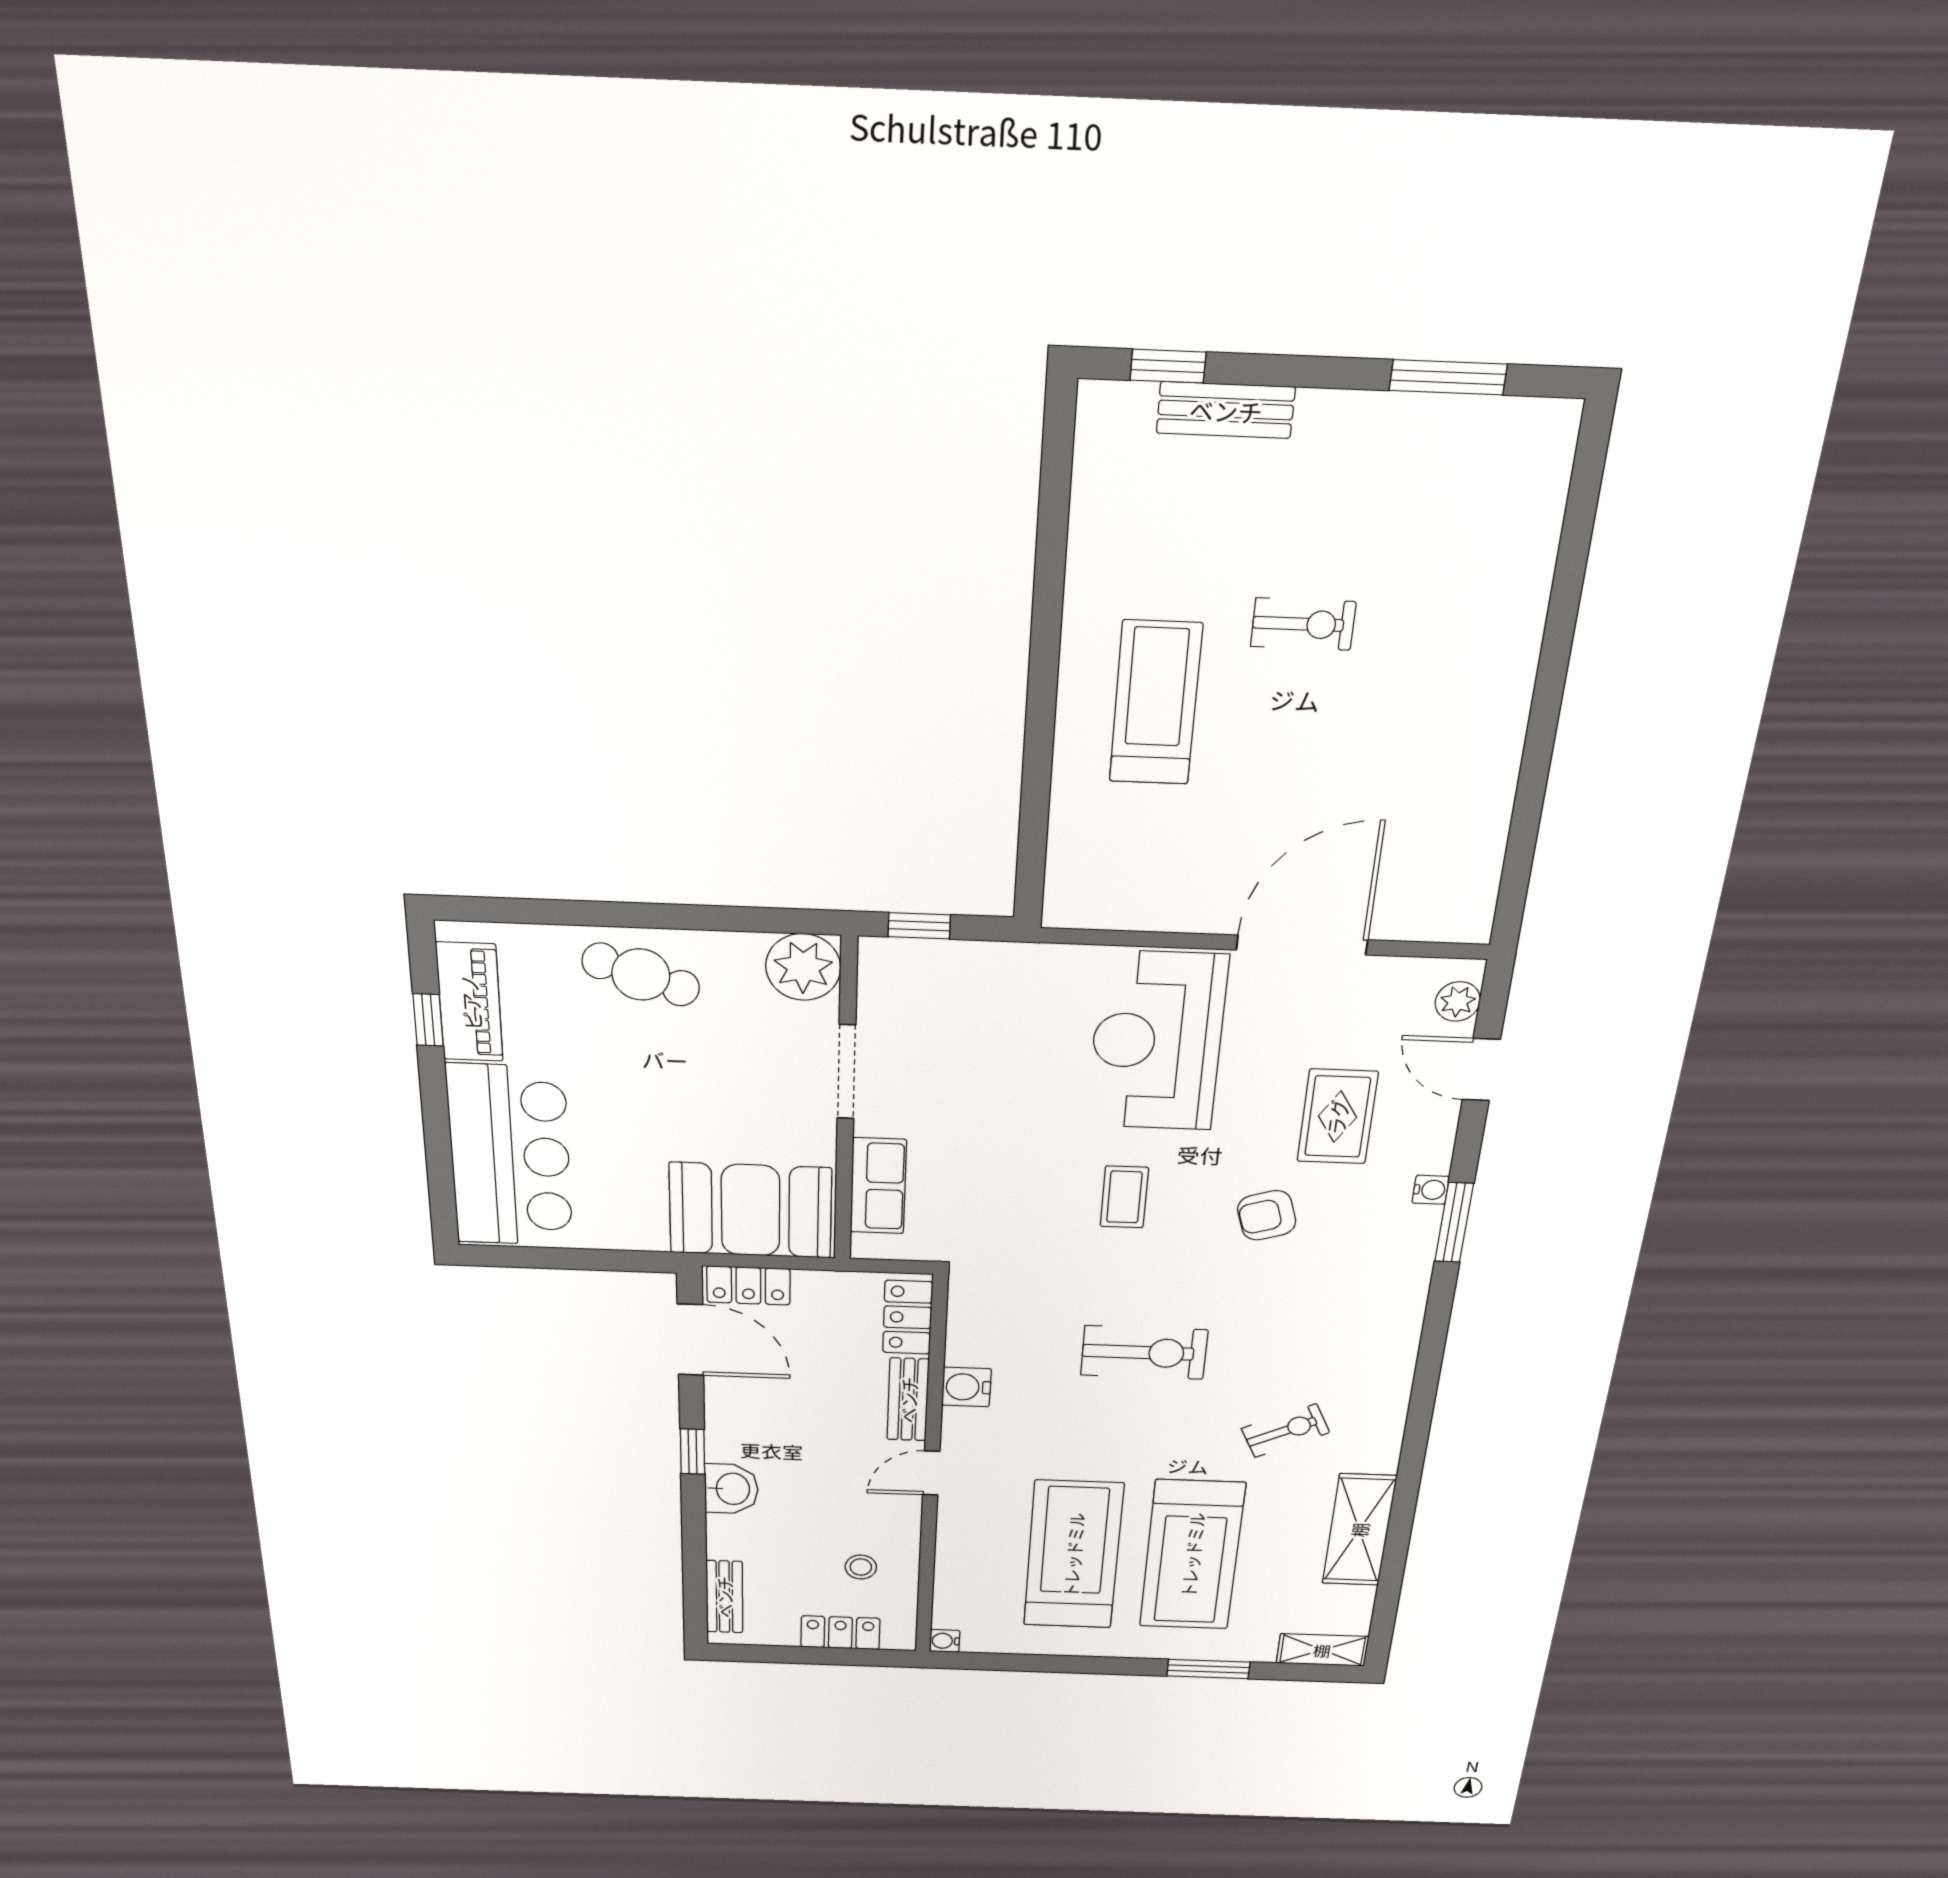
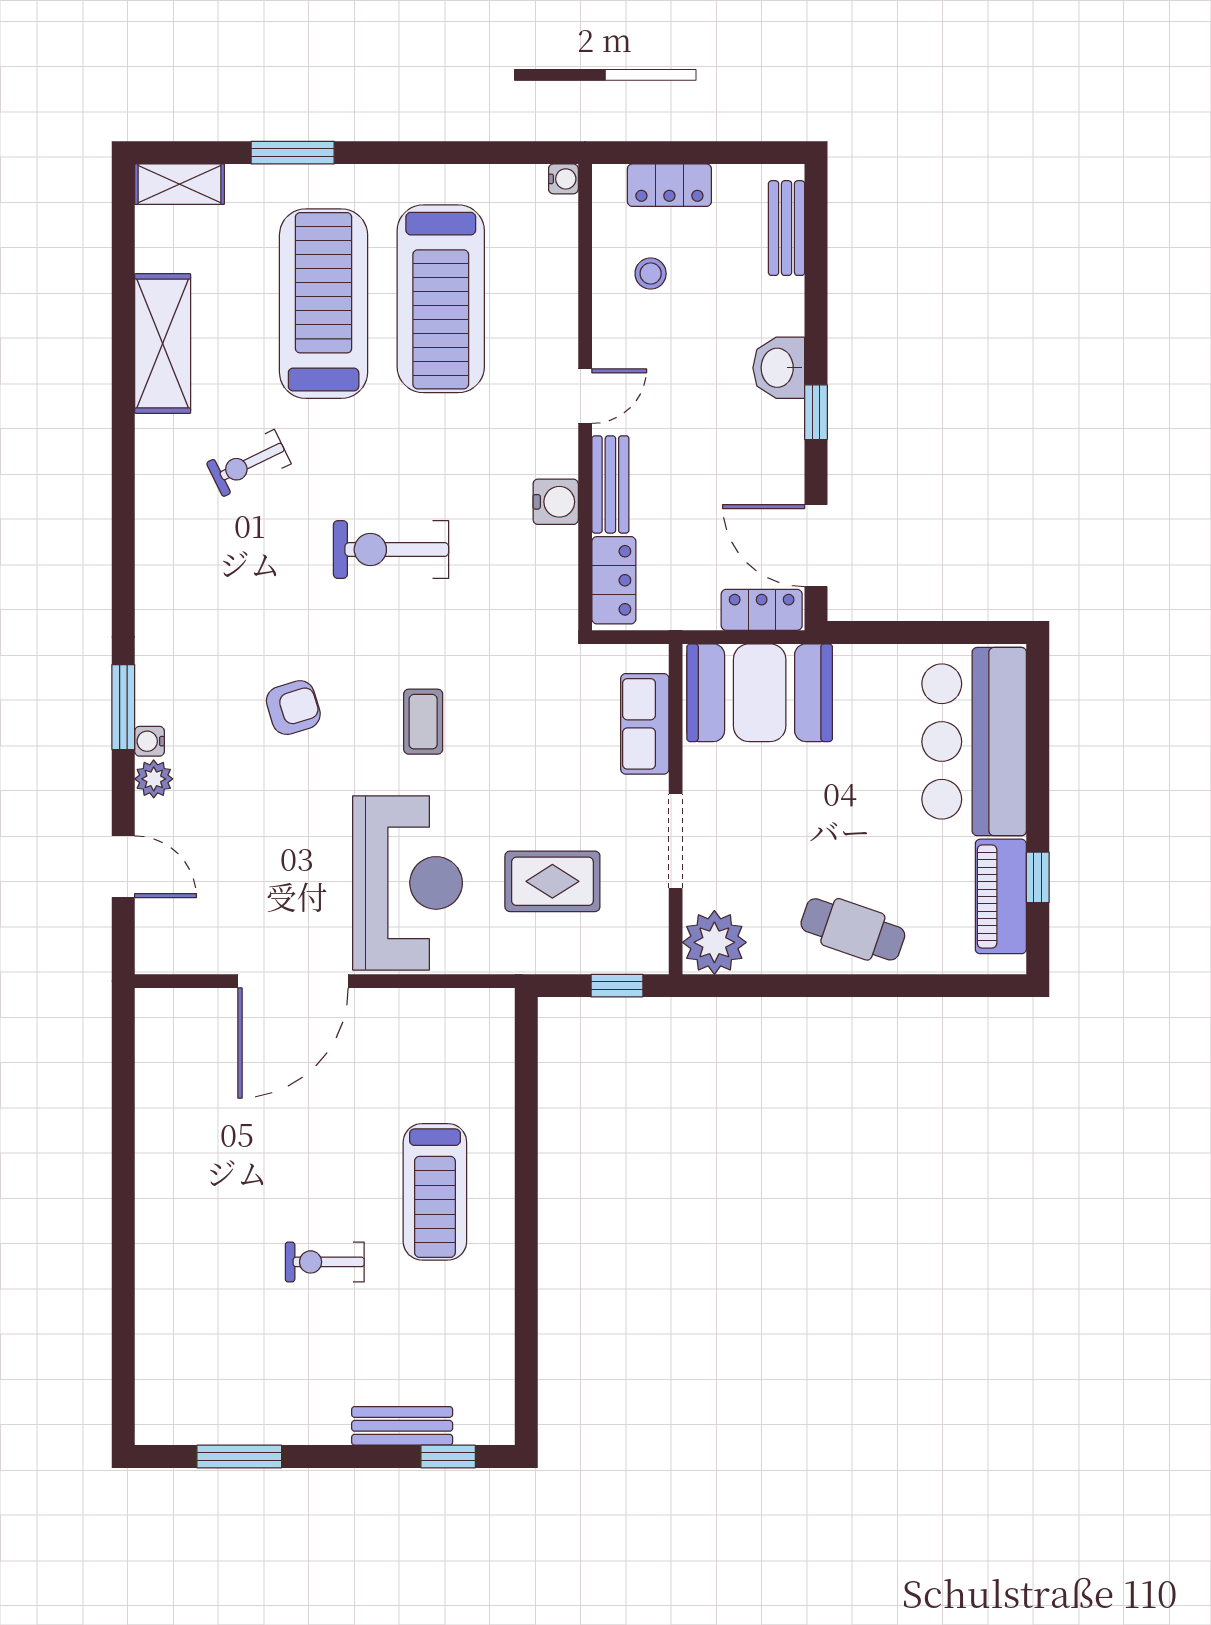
plant: (1458, 1001) -> (154, 779), moved
rug: (1337, 1117) -> (552, 881), moved, turned 90

